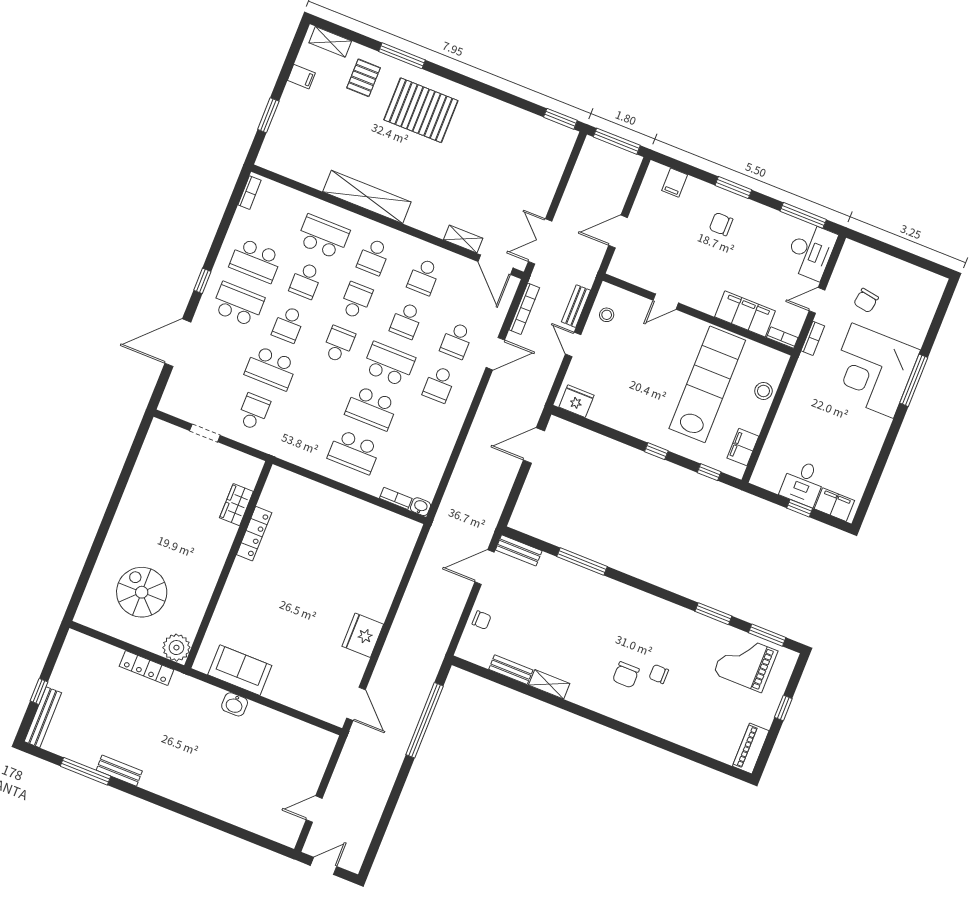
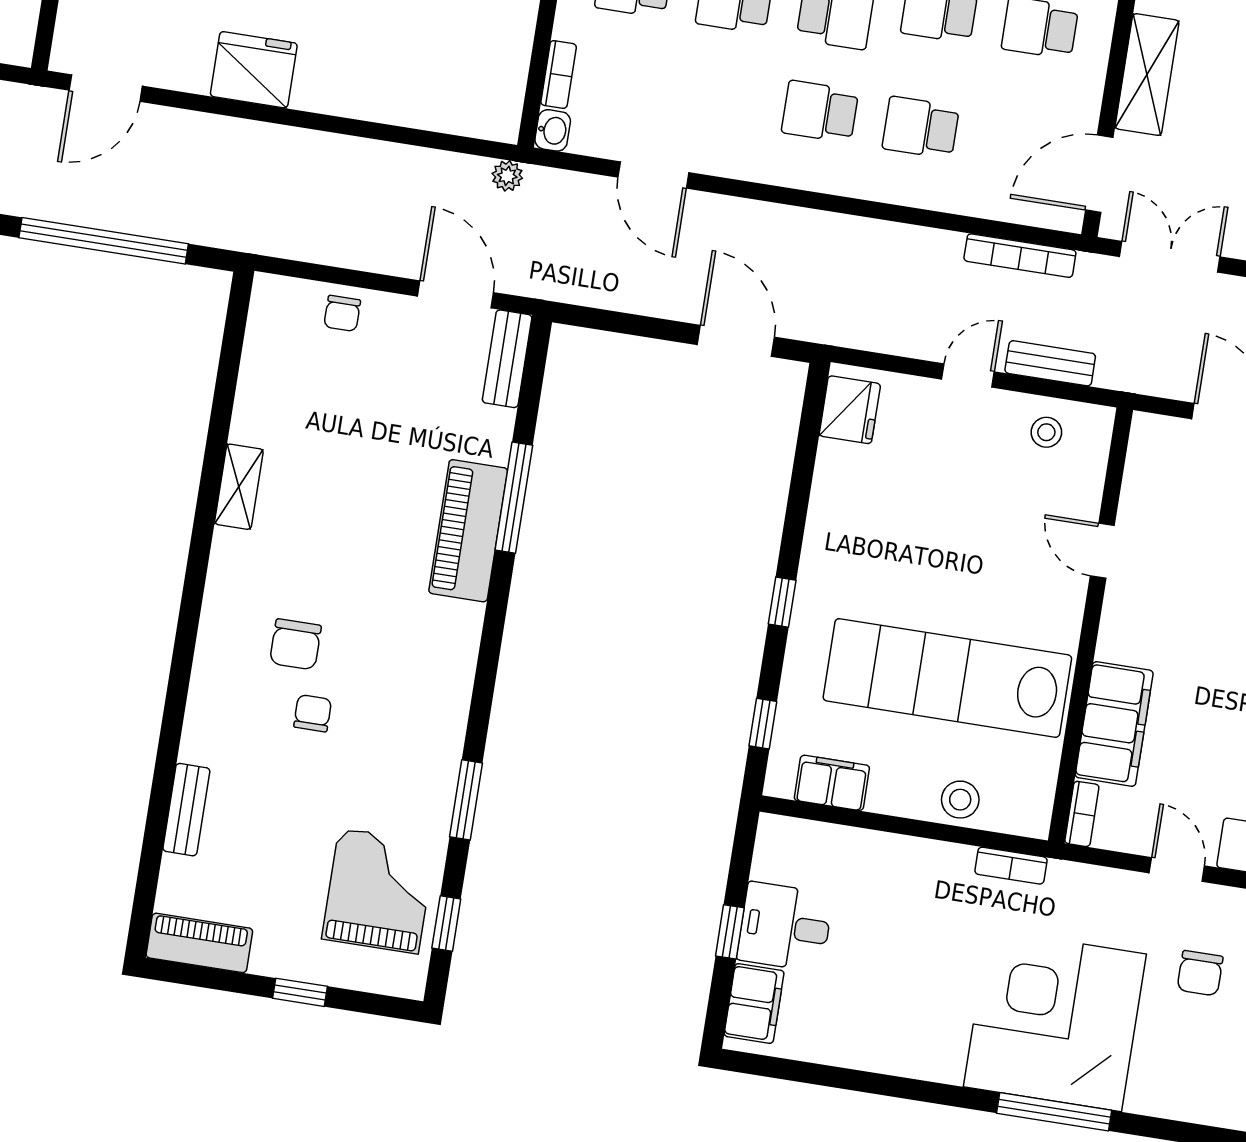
shelving: (463, 239) -> (1147, 75), width x1.50, depth x1.33
chair: (866, 300) -> (1200, 973), turned -99
bookcase: (813, 338) -> (1011, 866), moved
door: (495, 354) -> (653, 175), moved
lab bench: (707, 384) -> (947, 678), turned 180
plant: (436, 532) -> (507, 176), added
piano: (592, 585) -> (468, 531), added
window: (767, 635) -> (446, 923), width x0.67
bench: (511, 670) -> (186, 810), moved
chair: (626, 675) -> (295, 644), turned -90

